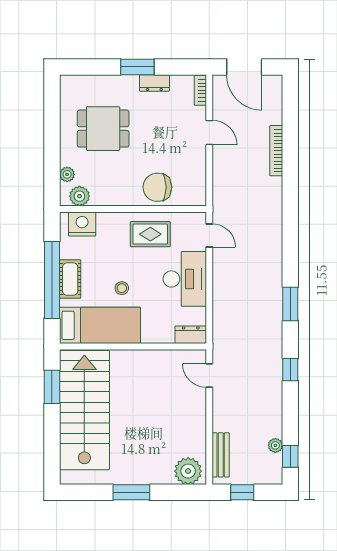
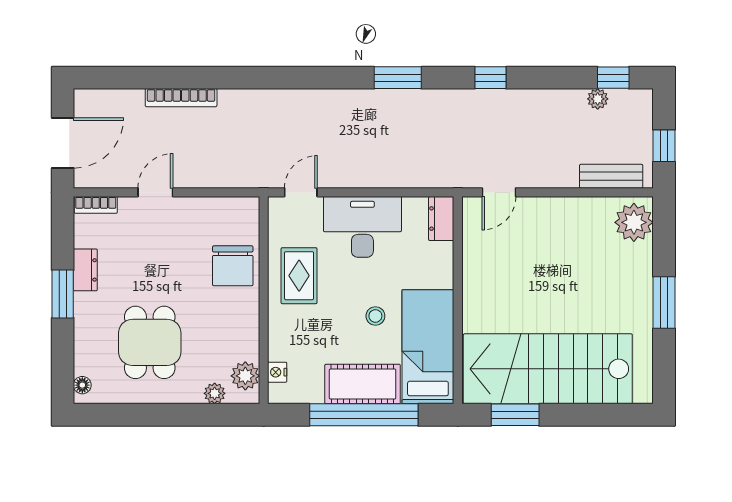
floor lamp: (73, 81) -> (82, 385), added
nightstand: (82, 224) -> (277, 372), width x0.53, depth x0.56
cot: (70, 279) -> (363, 384), width x1.37, depth x1.34

